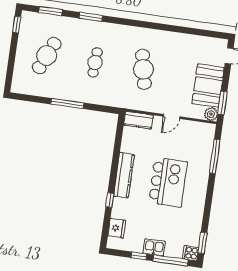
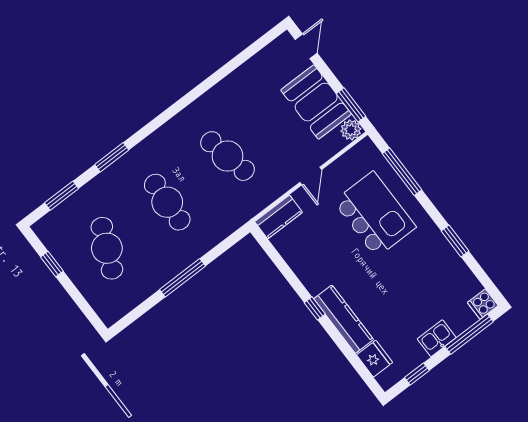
window: (17, 24) -> (52, 264), moved
cafe table: (95, 62) -> (167, 202), width x1.37, depth x1.35
kitchen counter: (124, 175) -> (344, 319), moved
kitchen island: (168, 182) -> (375, 214), moved
window: (110, 200) -> (315, 308), moved
window: (203, 243) -> (455, 241), moved
window: (139, 256) -> (417, 374), moved

